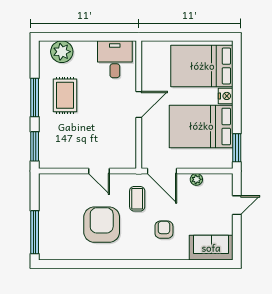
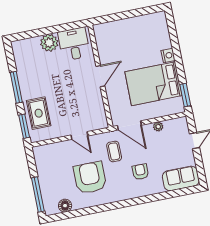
plant: (62, 52) -> (49, 43), moved
bed: (202, 66) -> (144, 35), removed
rug: (65, 95) -> (39, 113), moved
floor lamp: (65, 252) -> (65, 206), added

